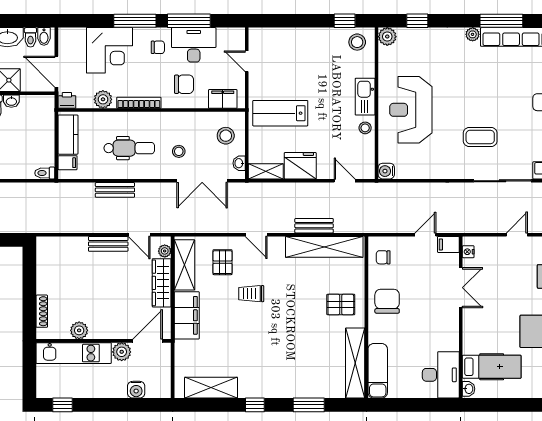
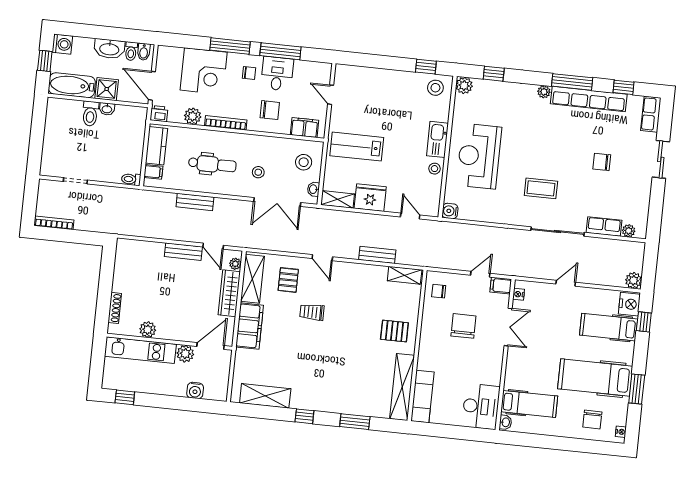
desk: (194, 45) -> (277, 74), width x0.73
shelving: (324, 247) -> (405, 275), width x0.45, depth x0.75
chair: (387, 301) -> (463, 326), moved

